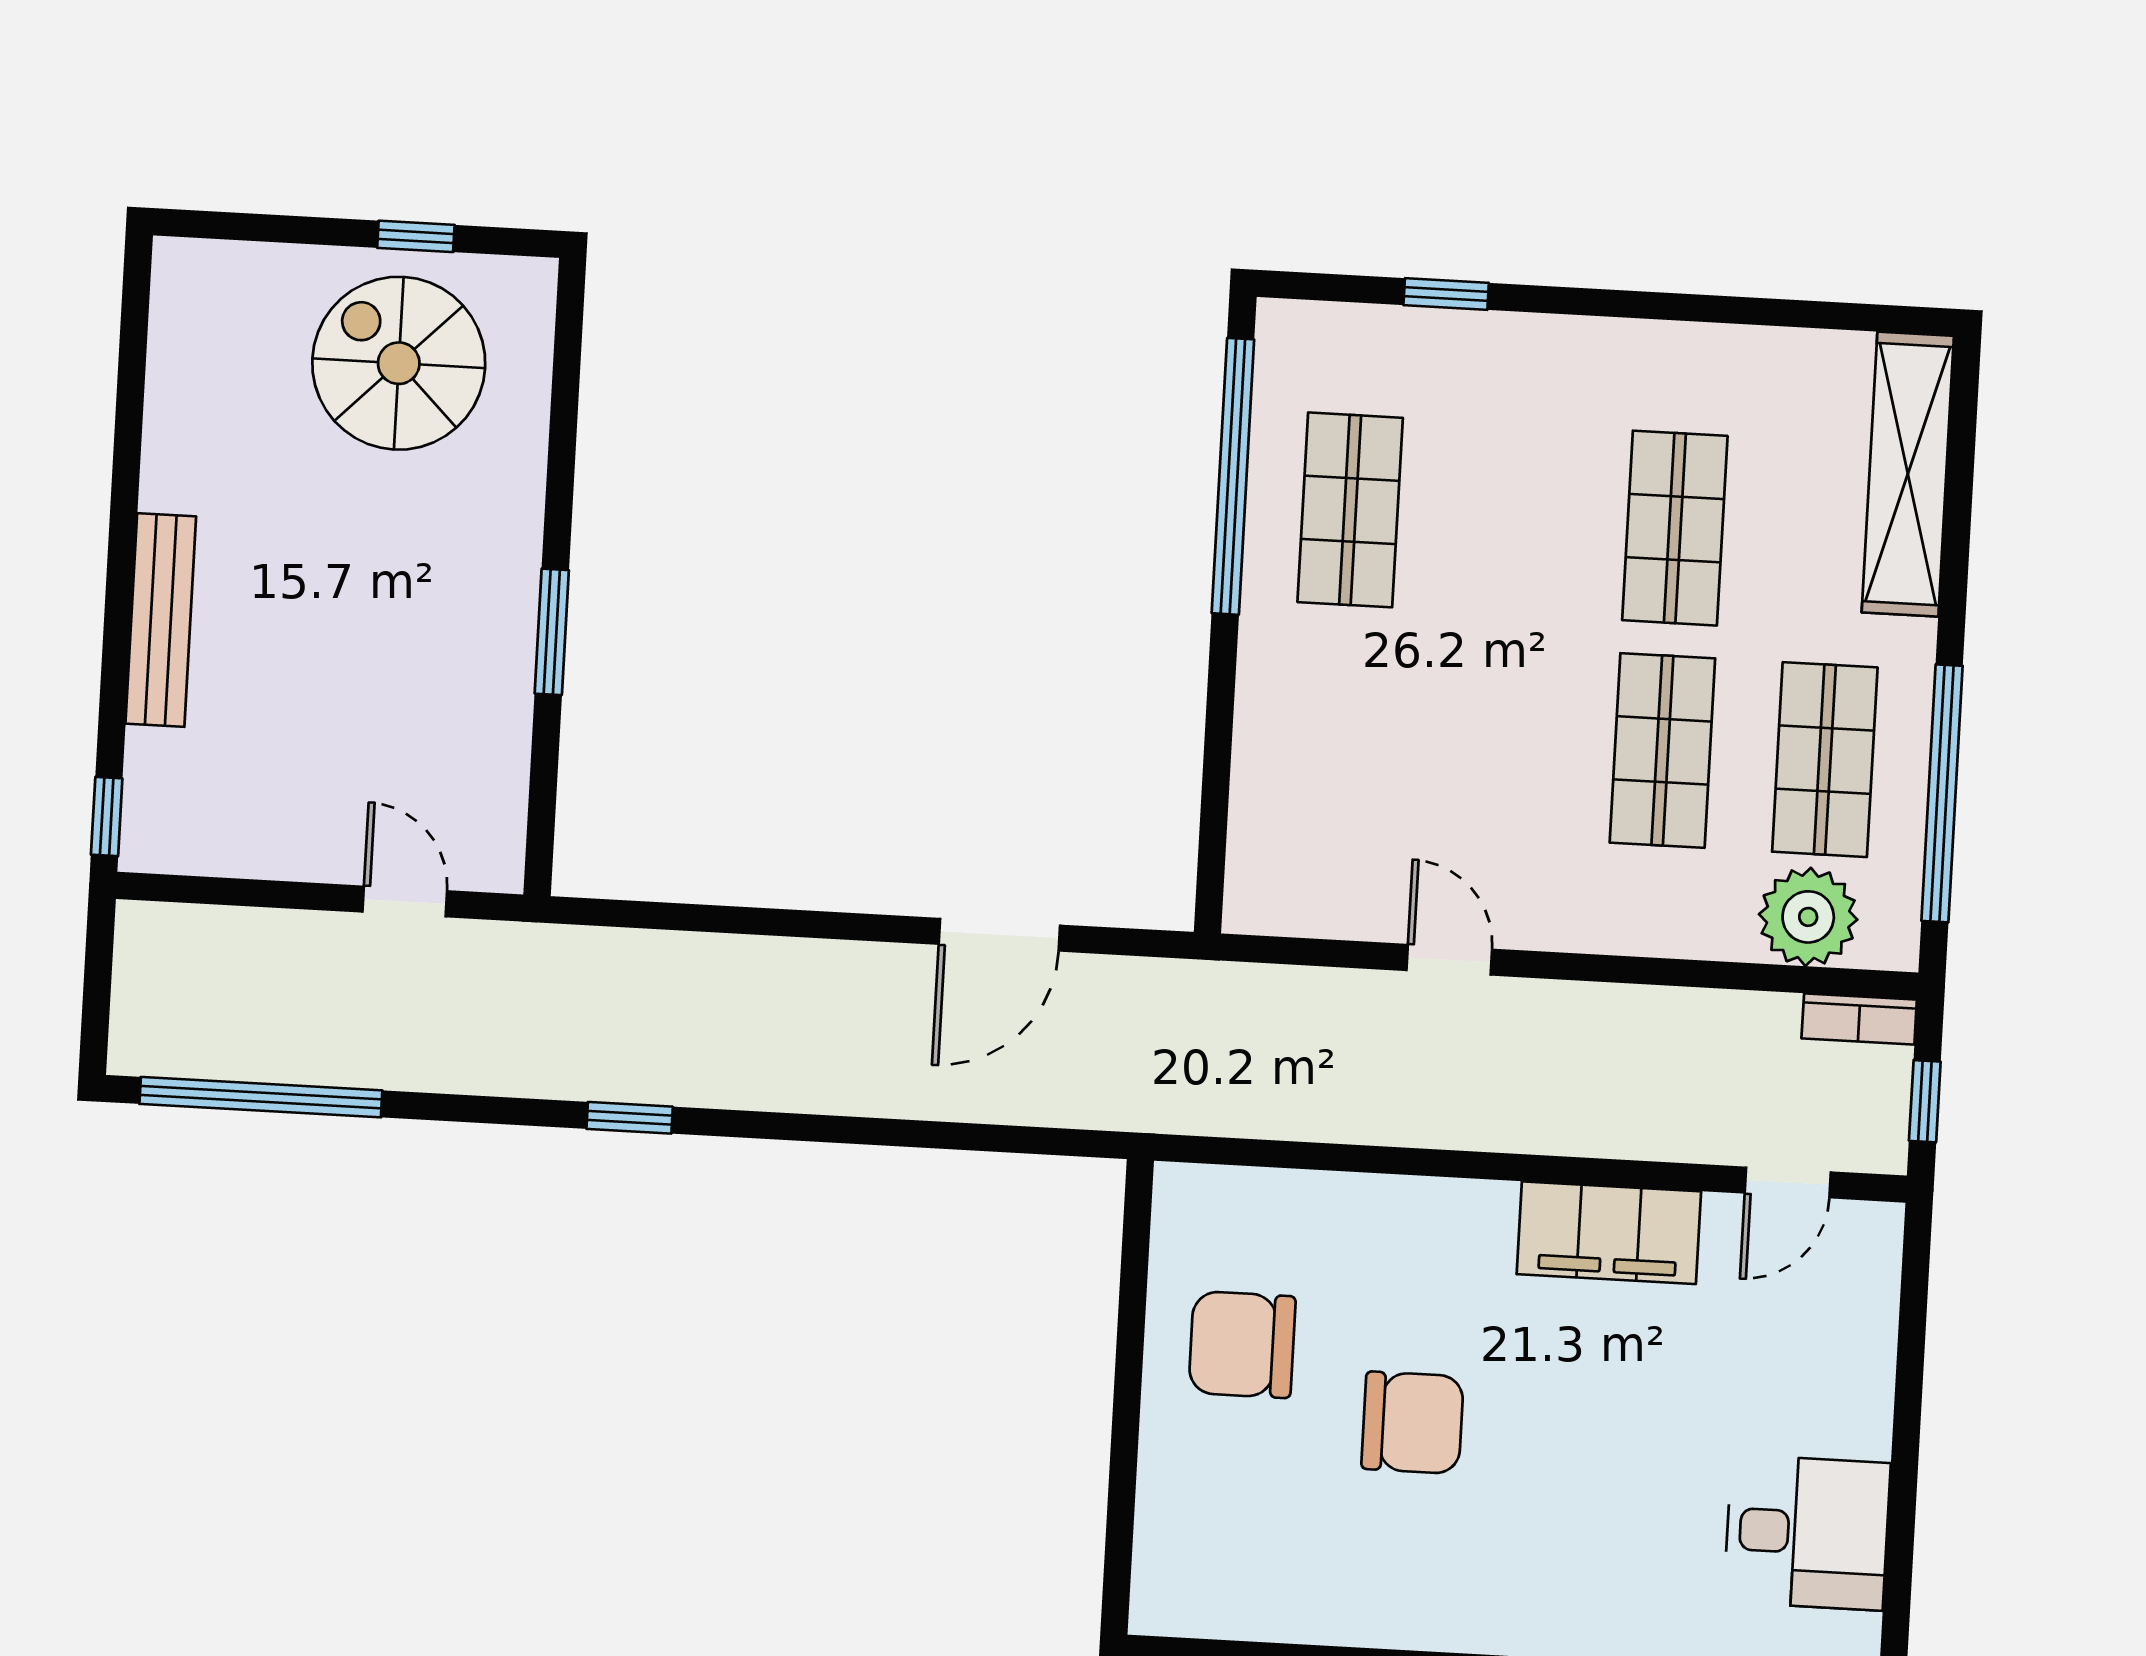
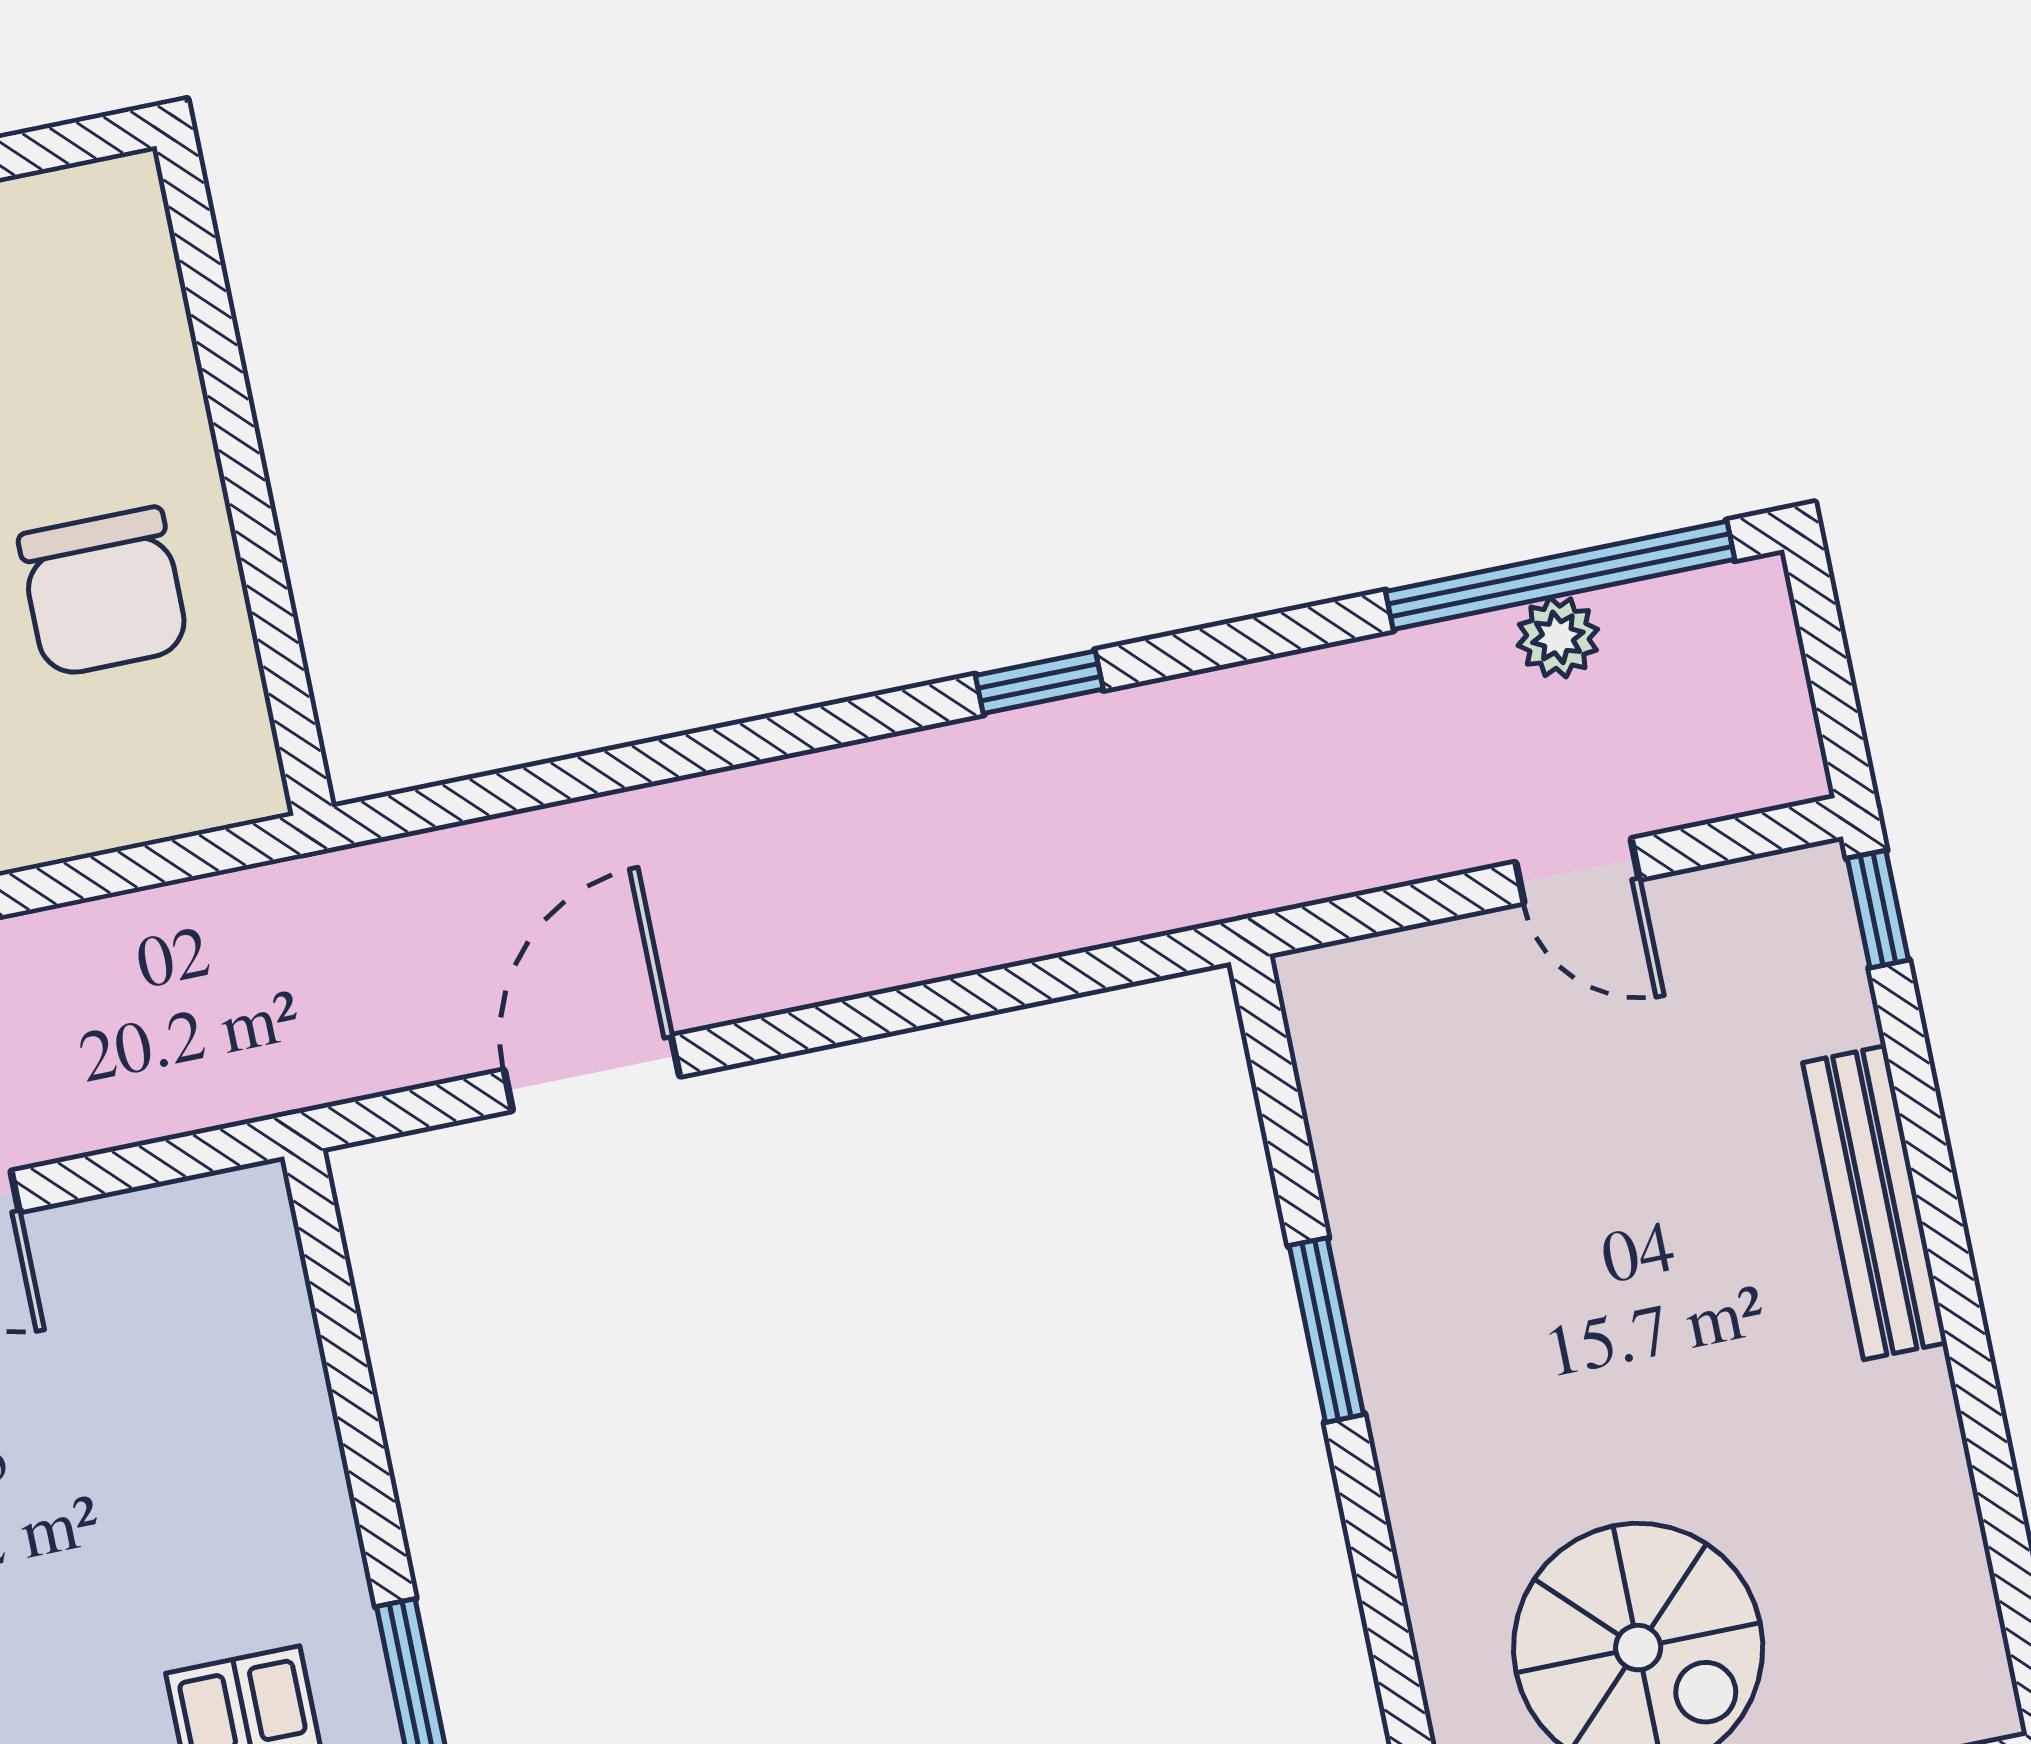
door: (405, 901) -> (1578, 871), moved
plant: (273, 1056) -> (1558, 637), added
chair: (1242, 1345) -> (104, 592), turned 90

